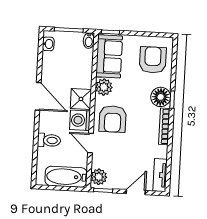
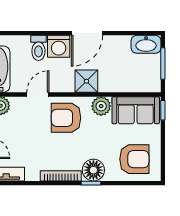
bidet: (89, 41) -> (152, 87), removed
washbasin: (48, 44) -> (146, 44), width x1.91, depth x1.45
washing machine: (80, 120) -> (59, 46), moved, turned 180

